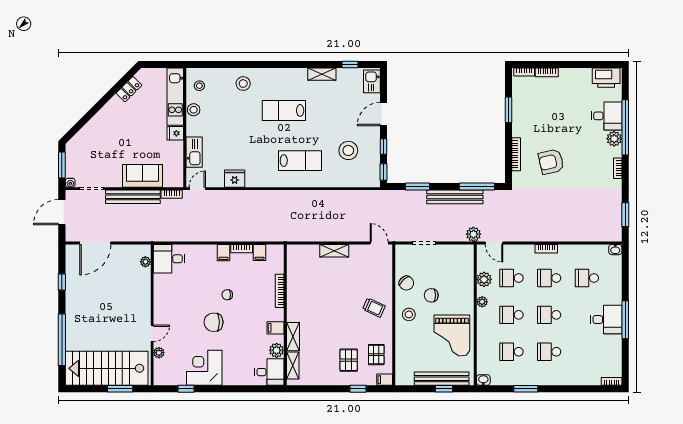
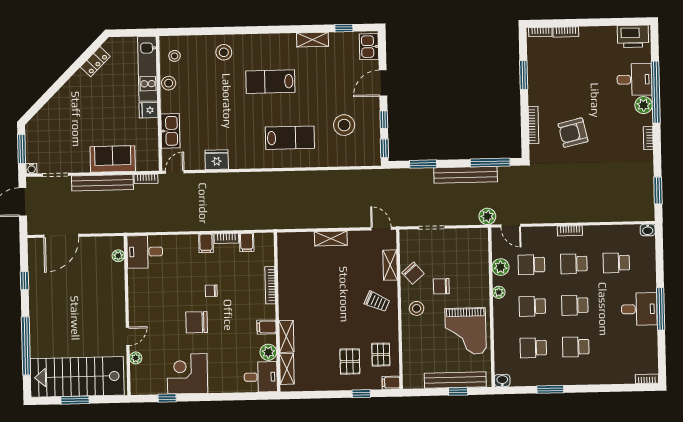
shelving: (386, 276) -> (390, 265), added
window: (120, 389) -> (75, 400), moved

